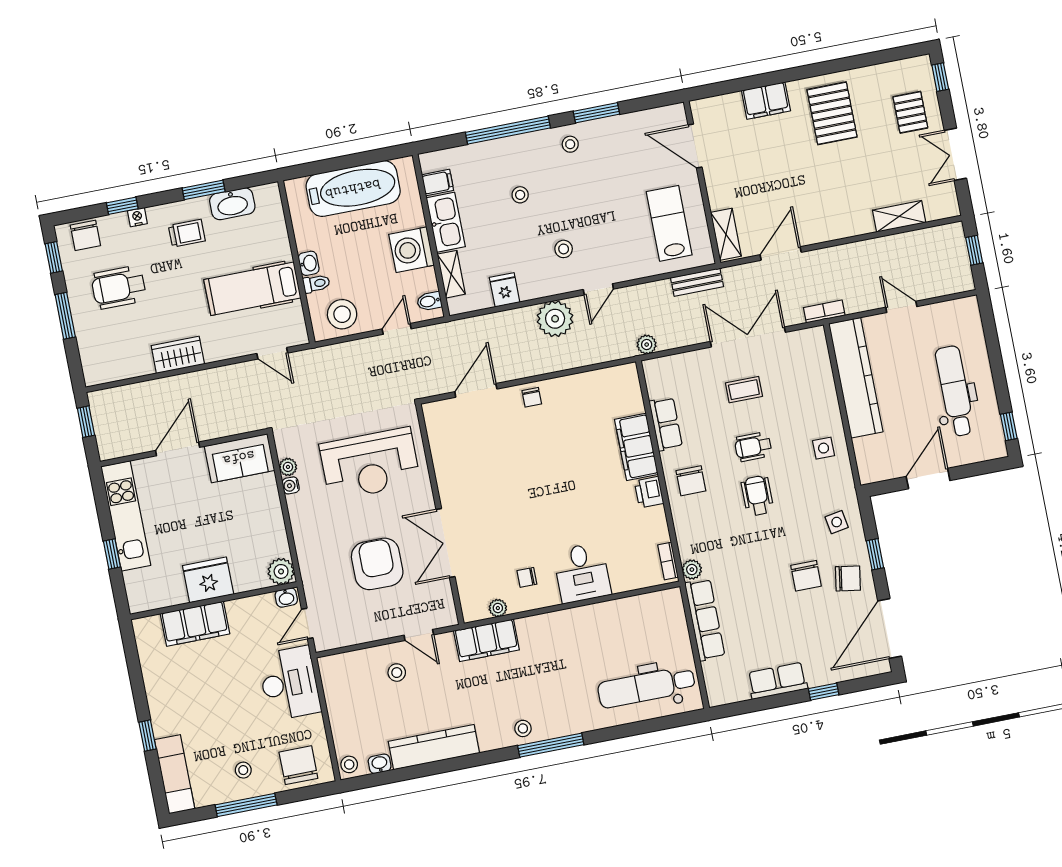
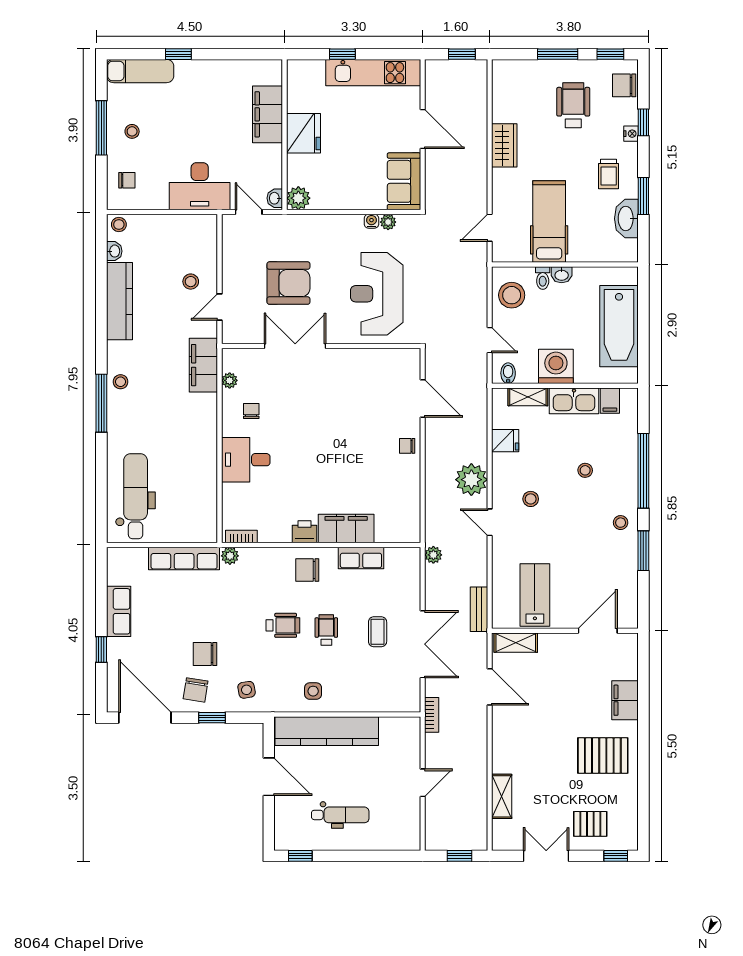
lab bench: (669, 223) -> (535, 595), turned -90
kitchen counter: (856, 378) -> (327, 731), moved
dental chair: (955, 391) -> (340, 815), width x0.73, depth x0.72
chair: (298, 765) -> (127, 180), width x0.54, depth x0.54

